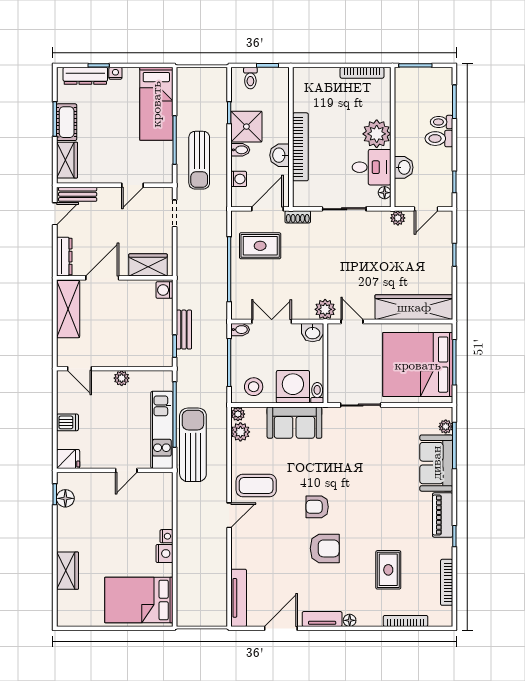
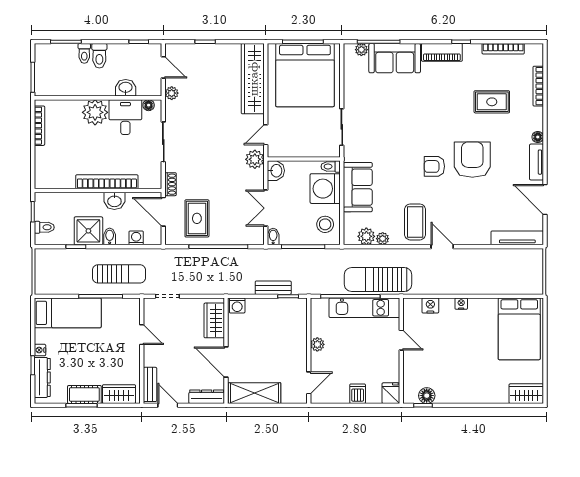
plant: (238, 414) -> (383, 239), moved
armchair: (317, 507) -> (434, 166), turned 90
armchair: (325, 548) -> (472, 160), width x1.36, depth x1.36
nightstand: (164, 554) -> (430, 305), moved
wardrobe: (67, 571) -> (526, 394), moved

